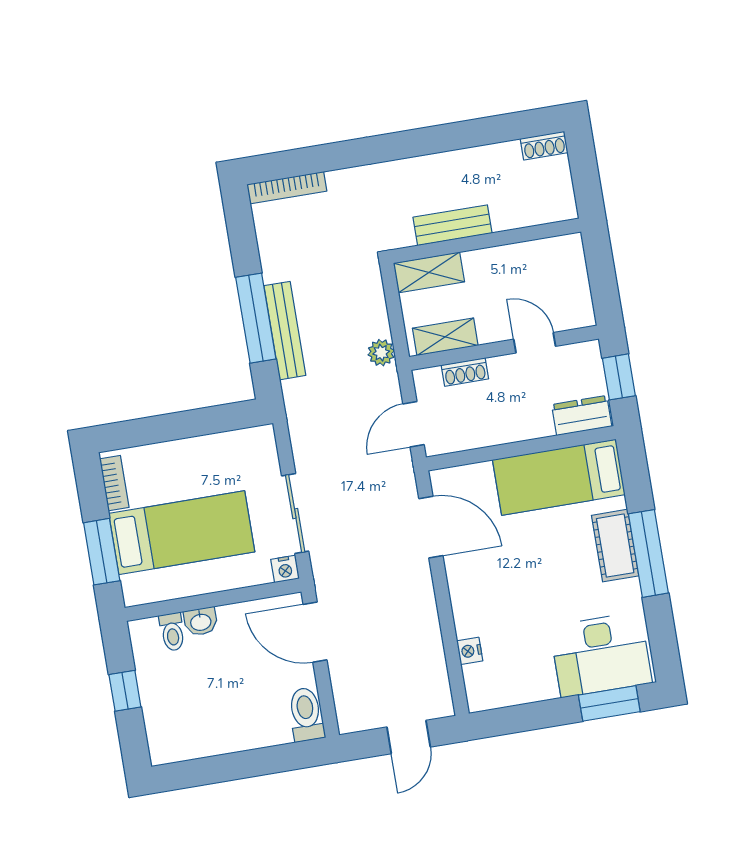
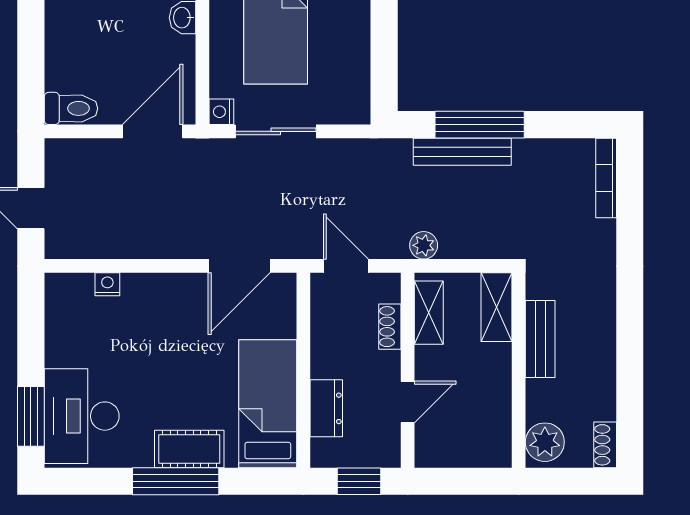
plant: (551, 204) -> (545, 442), added
dresser: (582, 416) -> (326, 408), moved

